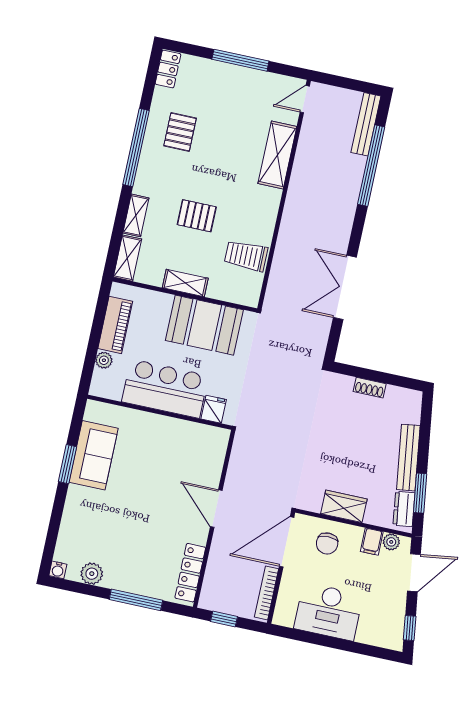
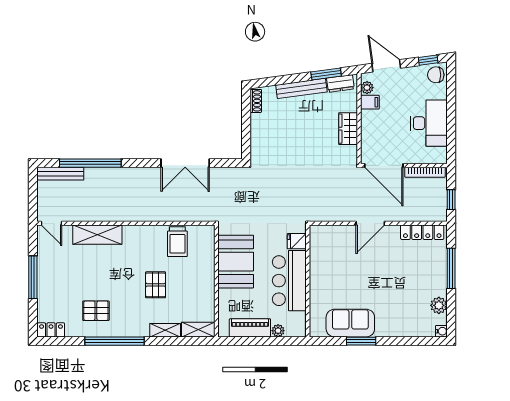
shelving: (185, 283) -> (207, 283), removed
shoe rack: (370, 388) -> (256, 101), moved
chair: (327, 544) -> (436, 75), moved, turned 180

